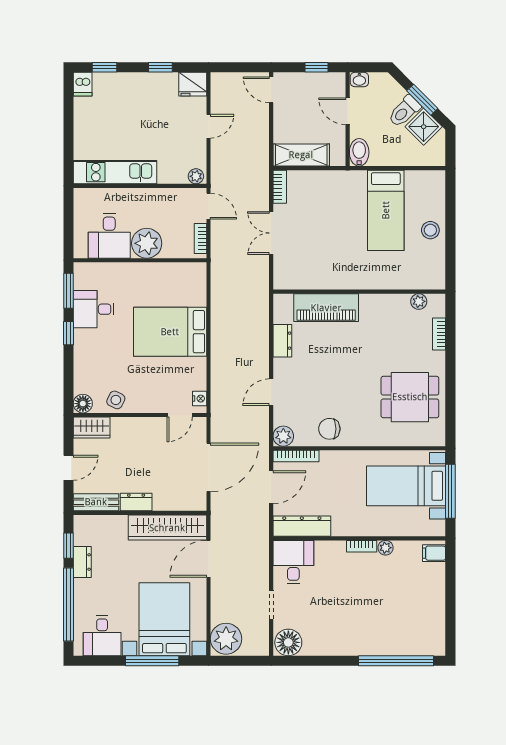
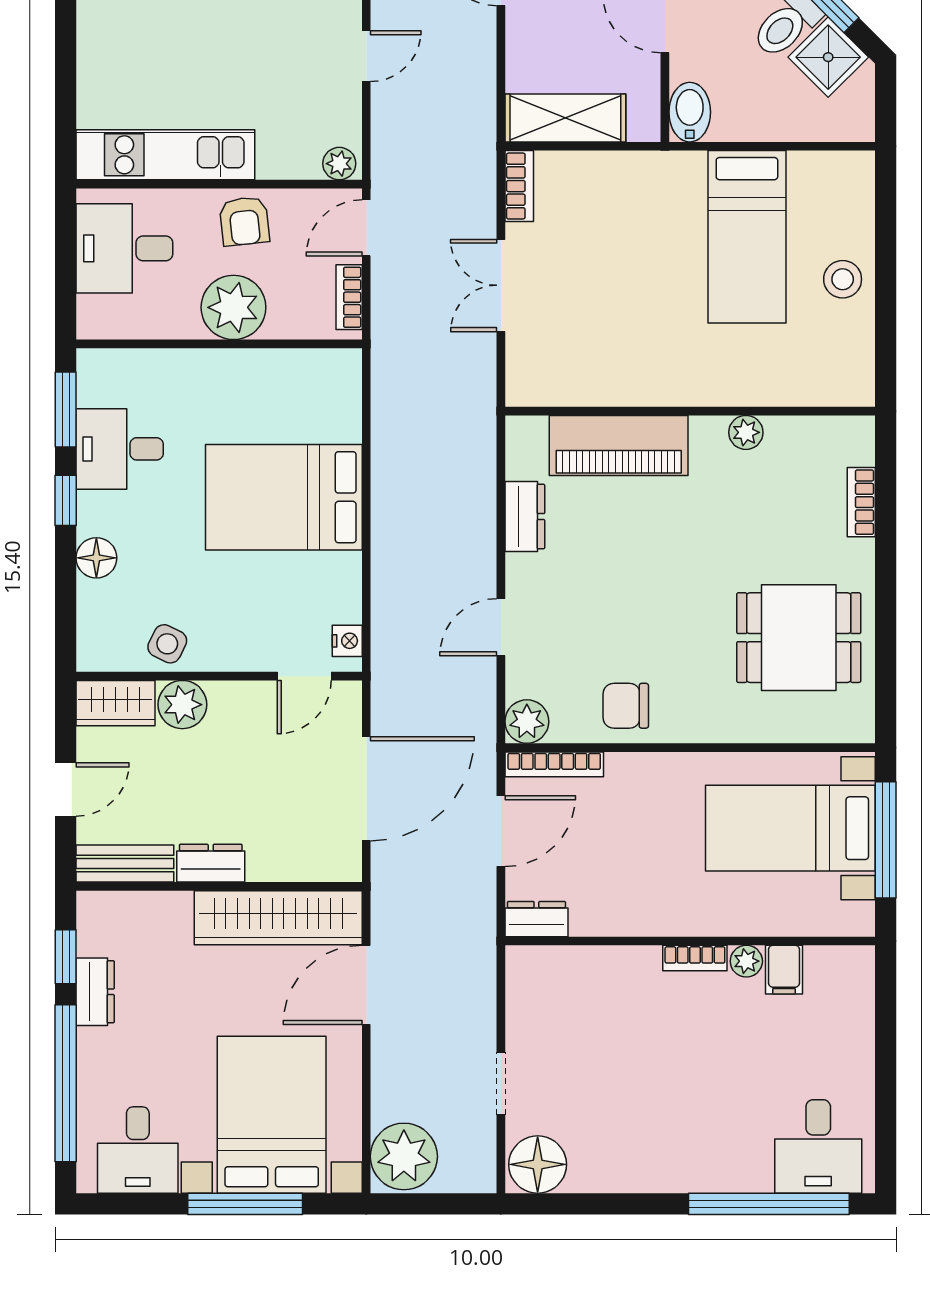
armchair: (152, 203) -> (244, 221), added
door: (208, 206) -> (366, 228), swing flipped
desk: (109, 236) -> (124, 248), moved, turned 90
plant: (419, 301) -> (746, 432), moved
floor lamp: (83, 404) -> (96, 558), moved
plant: (123, 428) -> (182, 705), added
dresser: (302, 526) -> (536, 919), width x0.51, depth x0.80
filing cabinet: (434, 553) -> (784, 970), moved, turned -90
desk: (293, 562) -> (818, 1146), moved, turned 180

